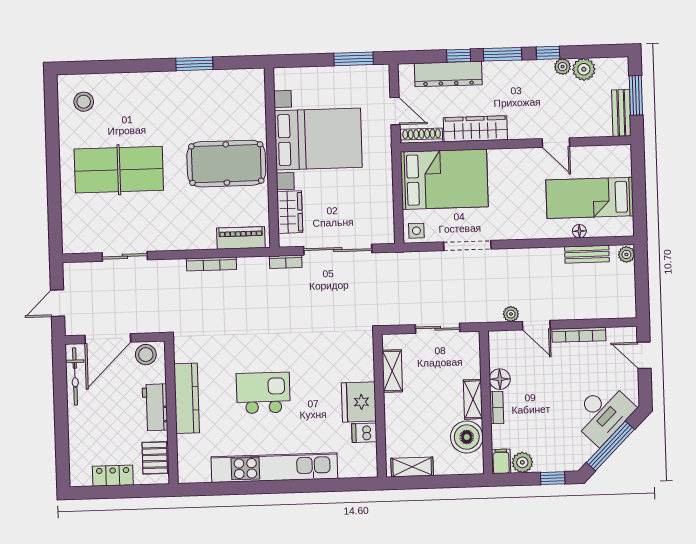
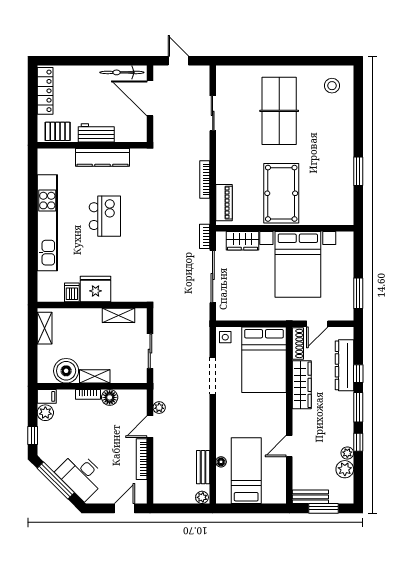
stool: (146, 355) -> (137, 127), removed
locker: (113, 476) -> (45, 91), width x1.53

